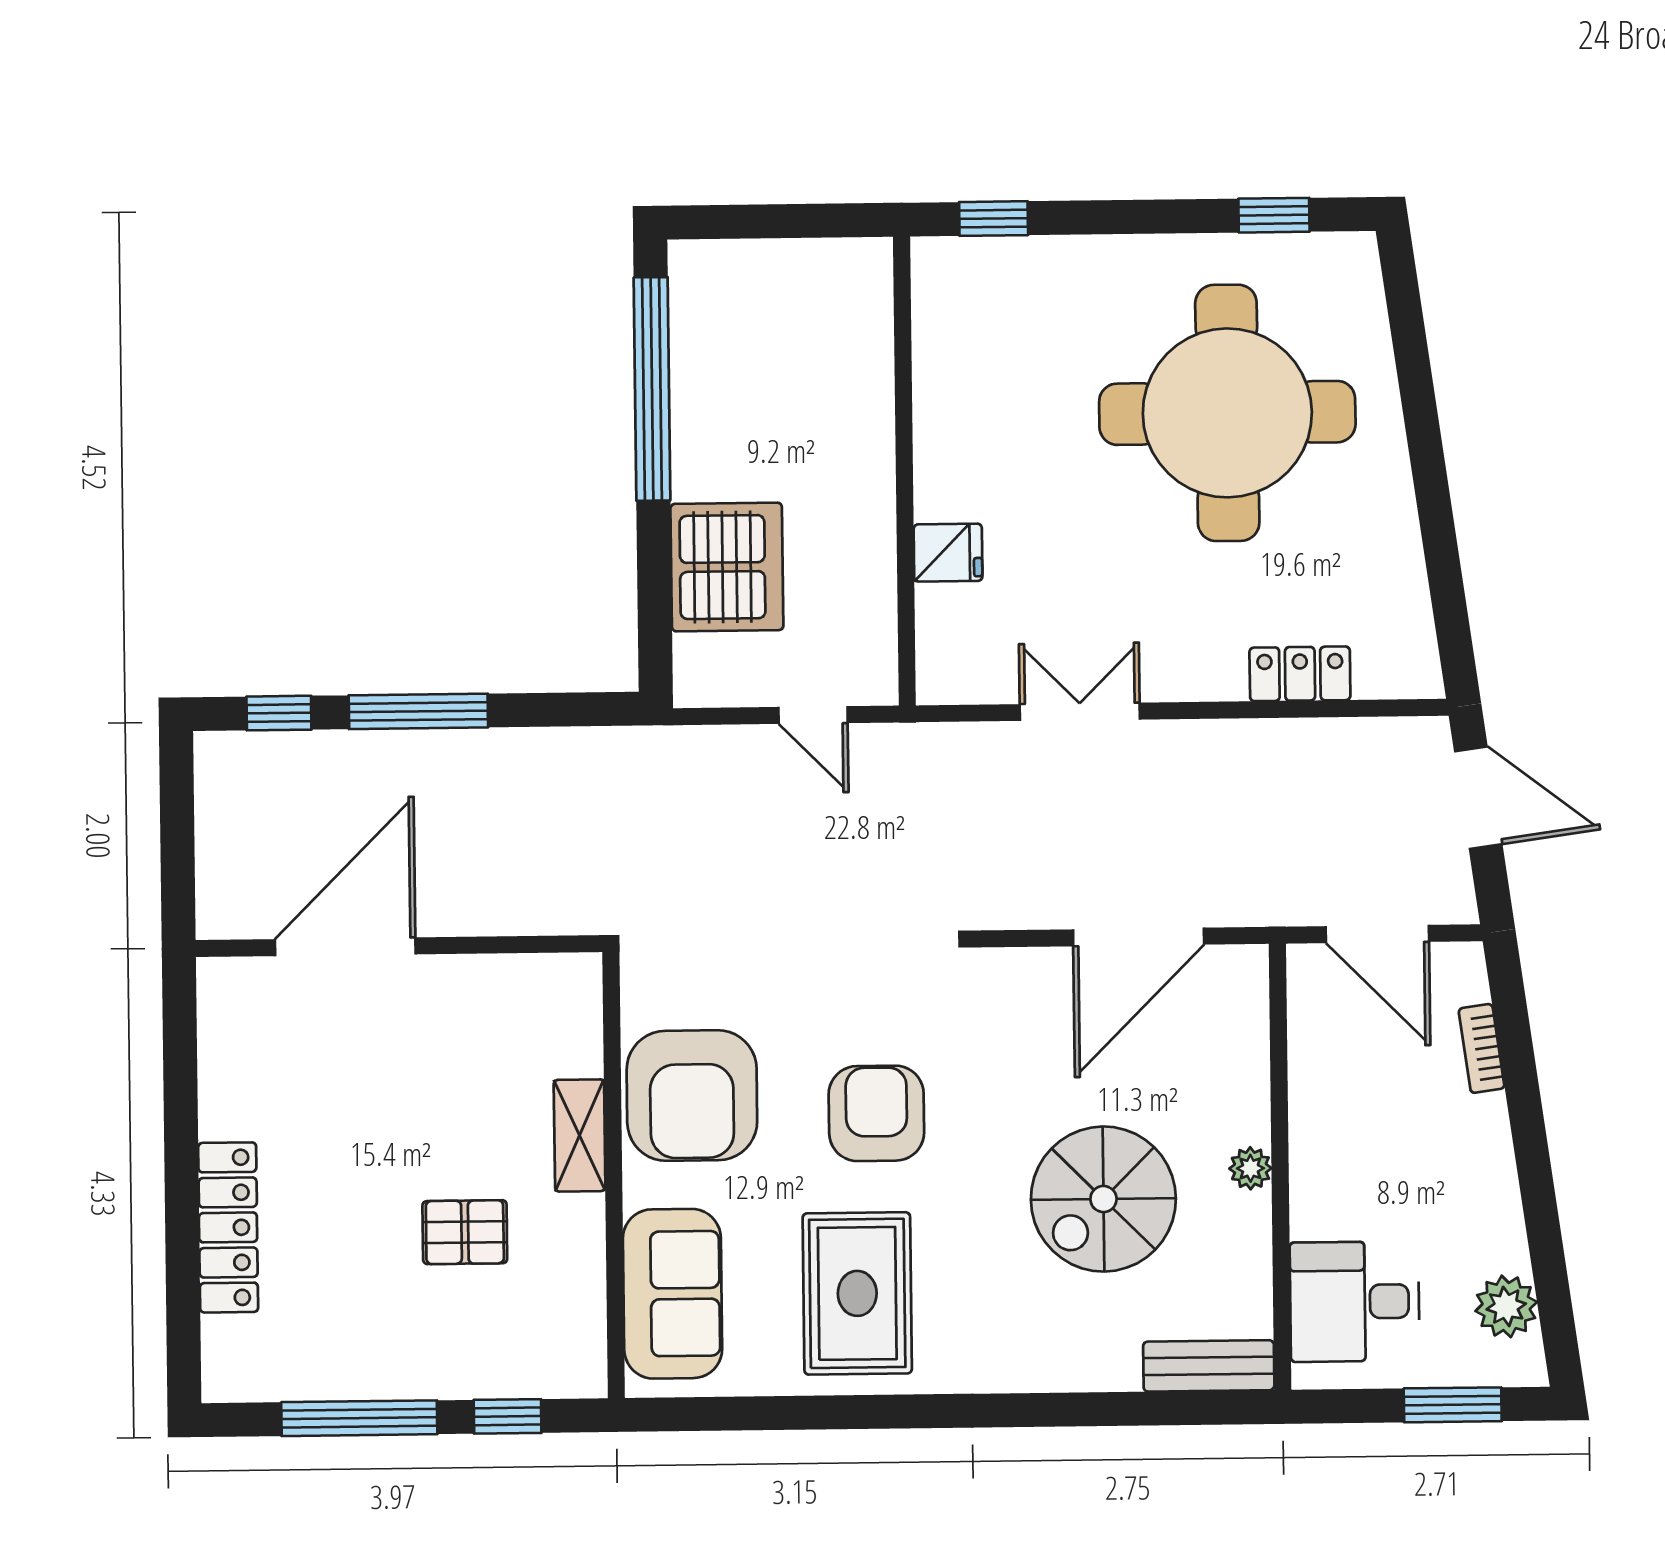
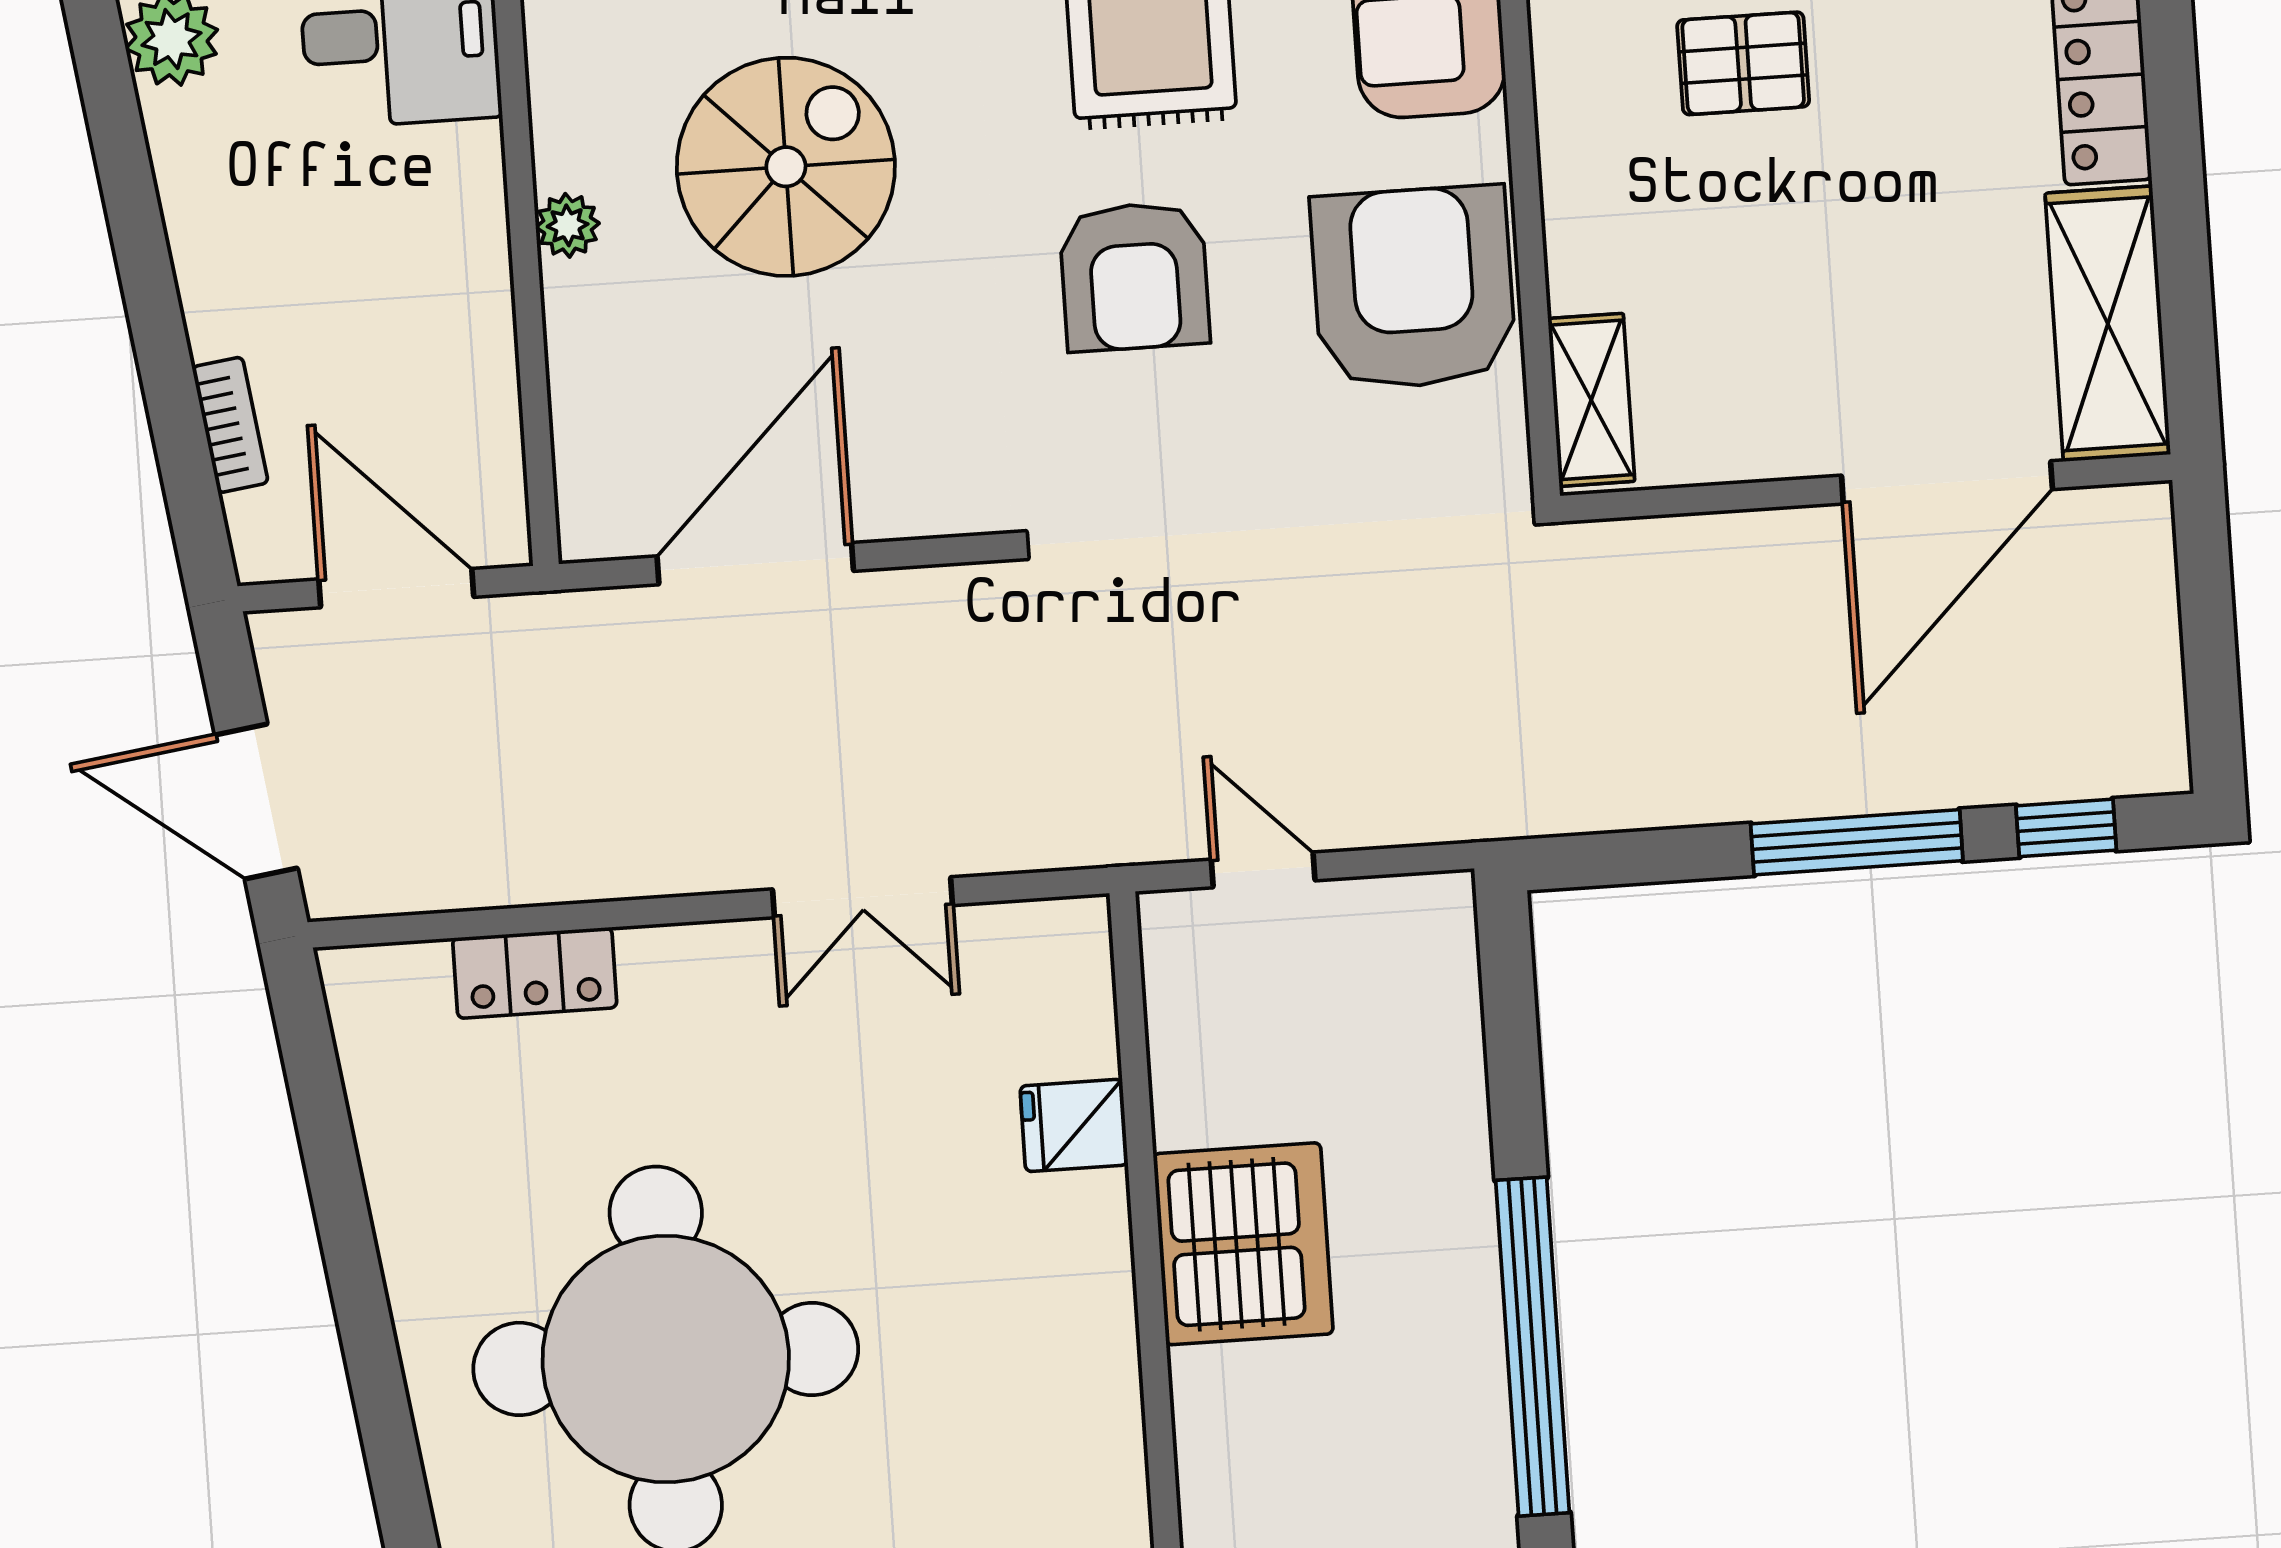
server rack: (727, 567) -> (1243, 1244), moved, turned 180
shelving: (233, 1046) -> (2108, 324), added
shelving: (580, 1135) -> (1591, 400), moved

